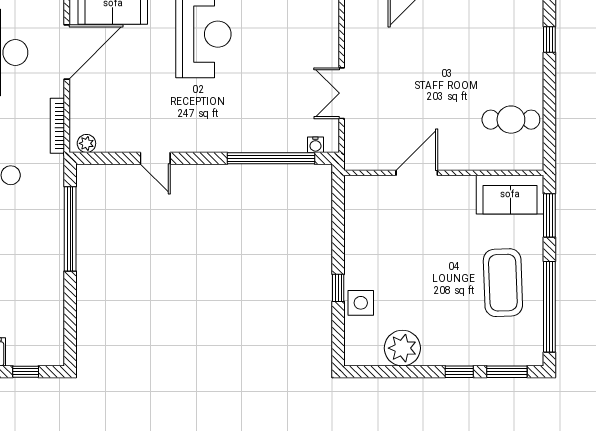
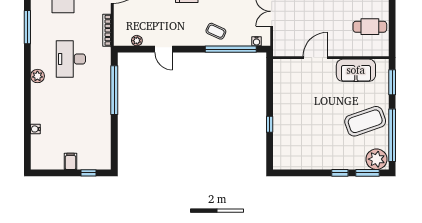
coffee table: (245, 127) -> (216, 31), added
plant: (86, 143) -> (137, 41), moved
sofa: (510, 195) -> (356, 70), moved
coffee table: (503, 283) -> (365, 121), turned 73
side table: (361, 303) -> (283, 133), removed
plant: (402, 348) -> (377, 159), moved

